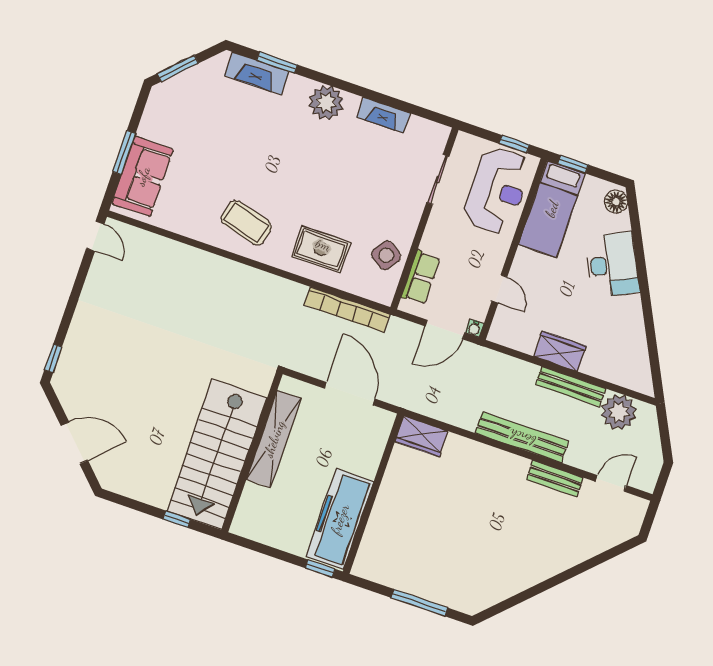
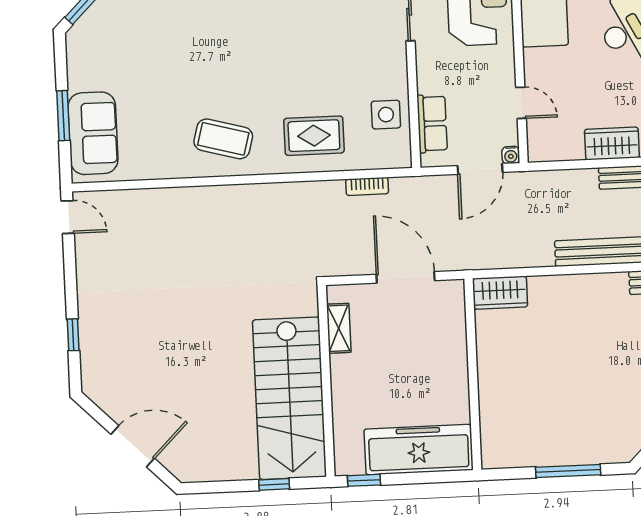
side table: (386, 255) -> (386, 115), turned -34
bookcase: (347, 310) -> (367, 186), width x0.43, depth x0.76
window: (53, 358) -> (73, 335), moved
shelving: (274, 439) -> (339, 328), width x0.45, depth x0.75
freezer: (340, 519) -> (419, 449), moved, turned 90
window: (320, 569) -> (364, 480), moved

